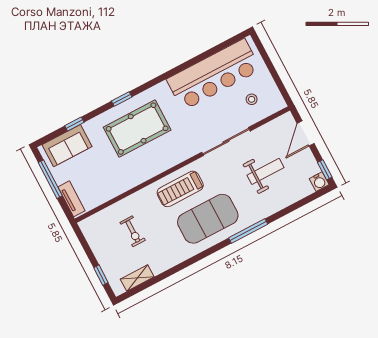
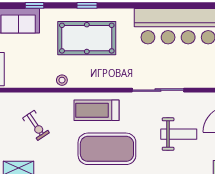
stool: (252, 99) -> (62, 80), moved
exercise bike: (133, 231) -> (36, 125), turned -34

